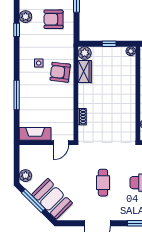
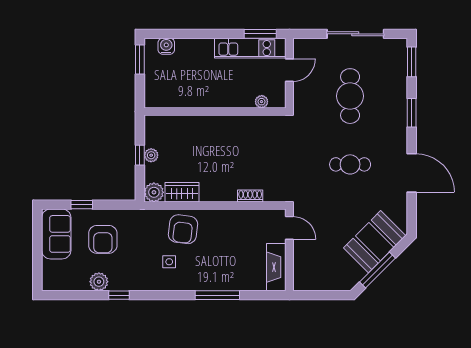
plant: (131, 51) -> (151, 155), moved
plant: (26, 176) -> (339, 282), removed

